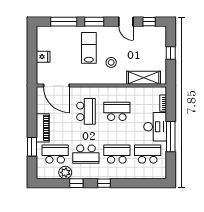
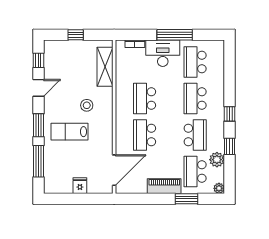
school desk: (86, 111) -> (145, 135), turned -90
plant: (41, 174) -> (219, 188), added

